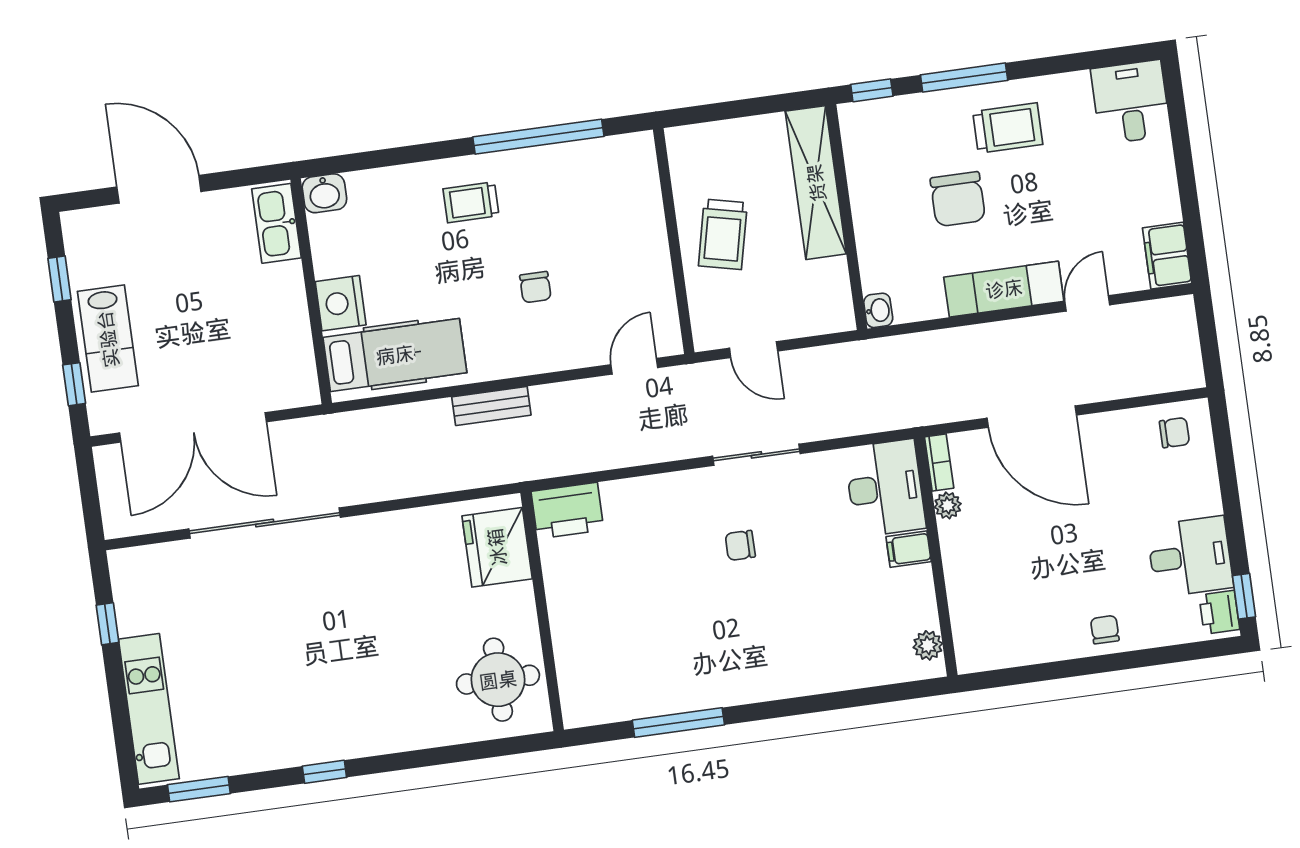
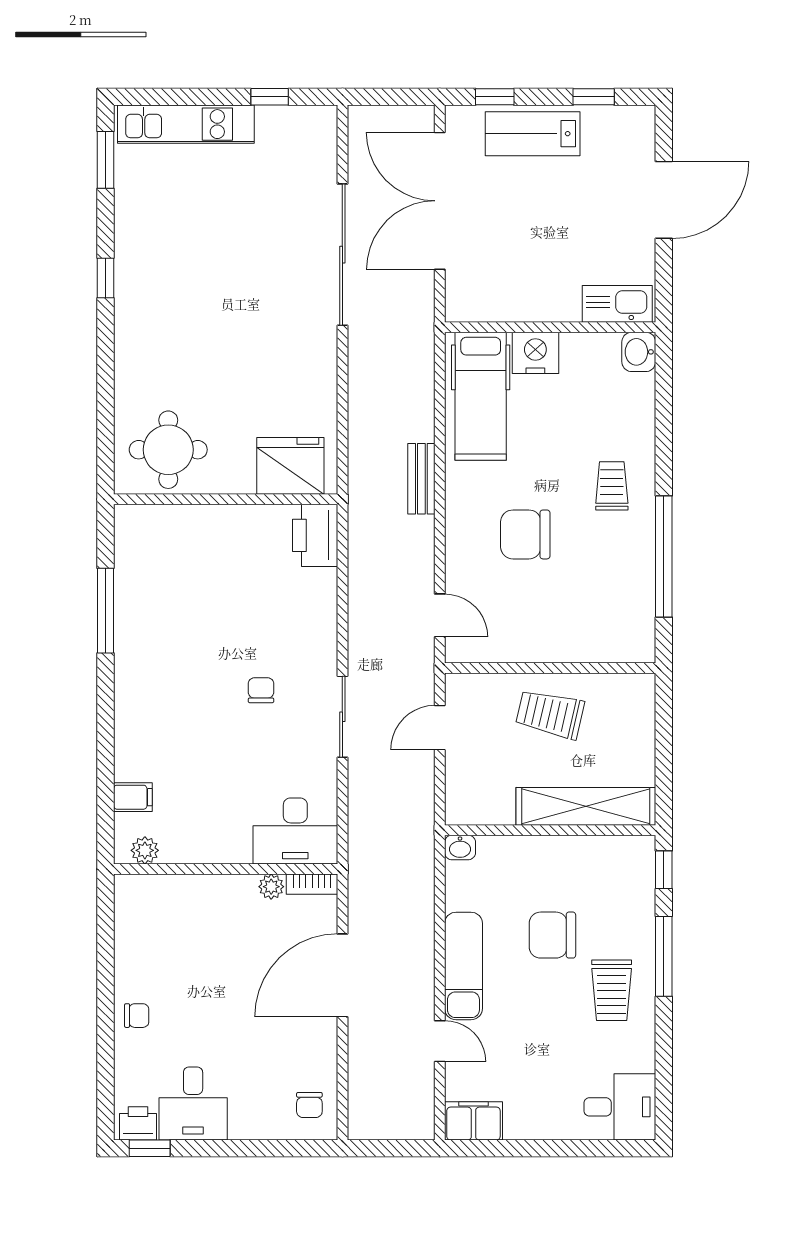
chair: (535, 287) -> (525, 534), width x1.87, depth x1.87
filing cabinet: (909, 549) -> (133, 797), moved, turned 90

